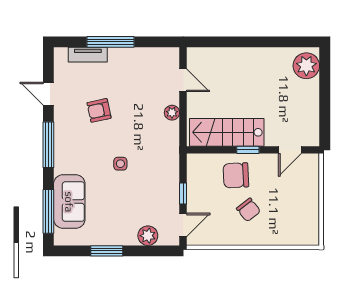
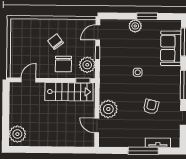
armchair: (99, 110) -> (151, 107), turned -65
plant: (172, 113) -> (108, 109), width x1.87, depth x1.87
window: (248, 150) -> (83, 81), moved
plant: (199, 174) -> (87, 65), added
chair: (236, 175) -> (63, 64), turned 93
plant: (148, 236) -> (135, 26), moved

